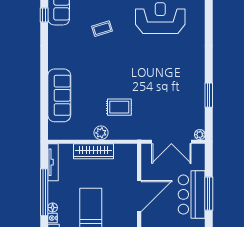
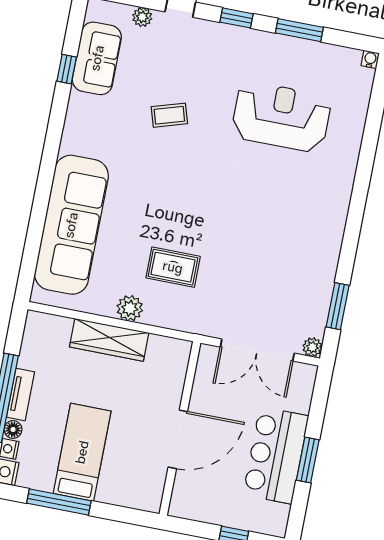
sofa: (59, 95) -> (71, 225), width x1.36, depth x1.27
window: (209, 95) -> (338, 306), moved
tv unit: (53, 162) -> (21, 394), moved, width x0.71
window: (209, 194) -> (308, 460), width x0.69

